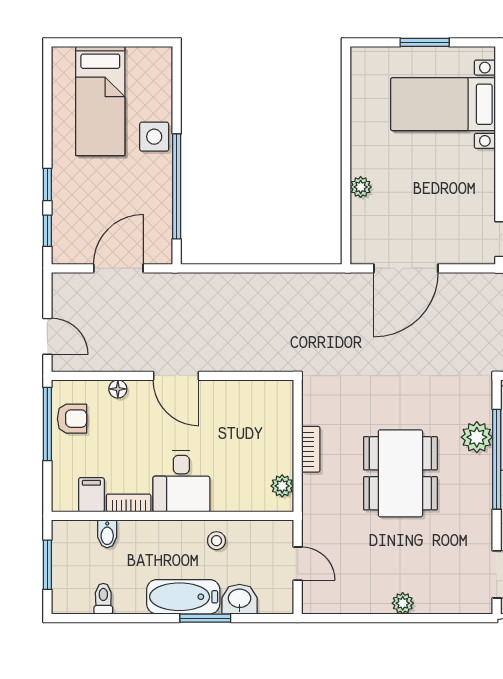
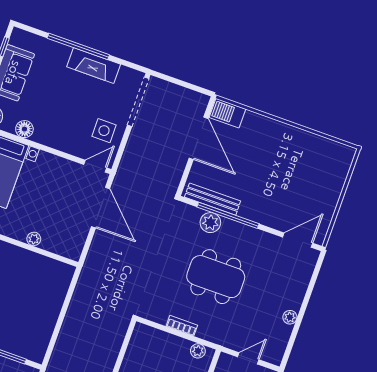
door: (406, 268) -> (100, 208), moved
plant: (403, 603) -> (290, 317), moved

